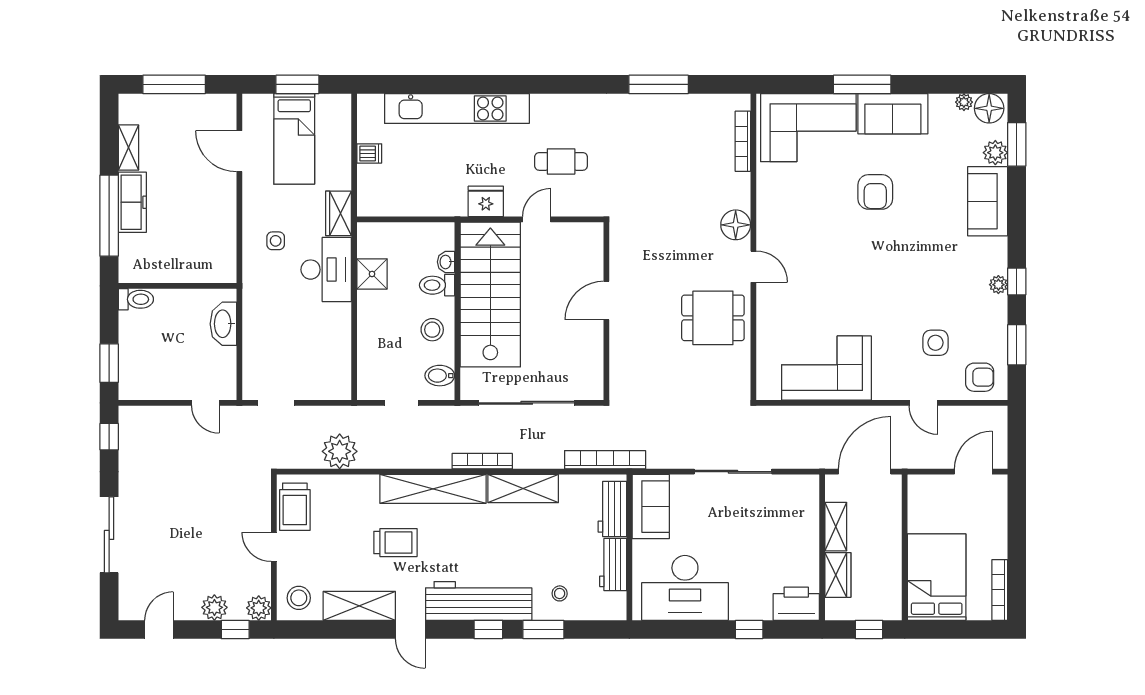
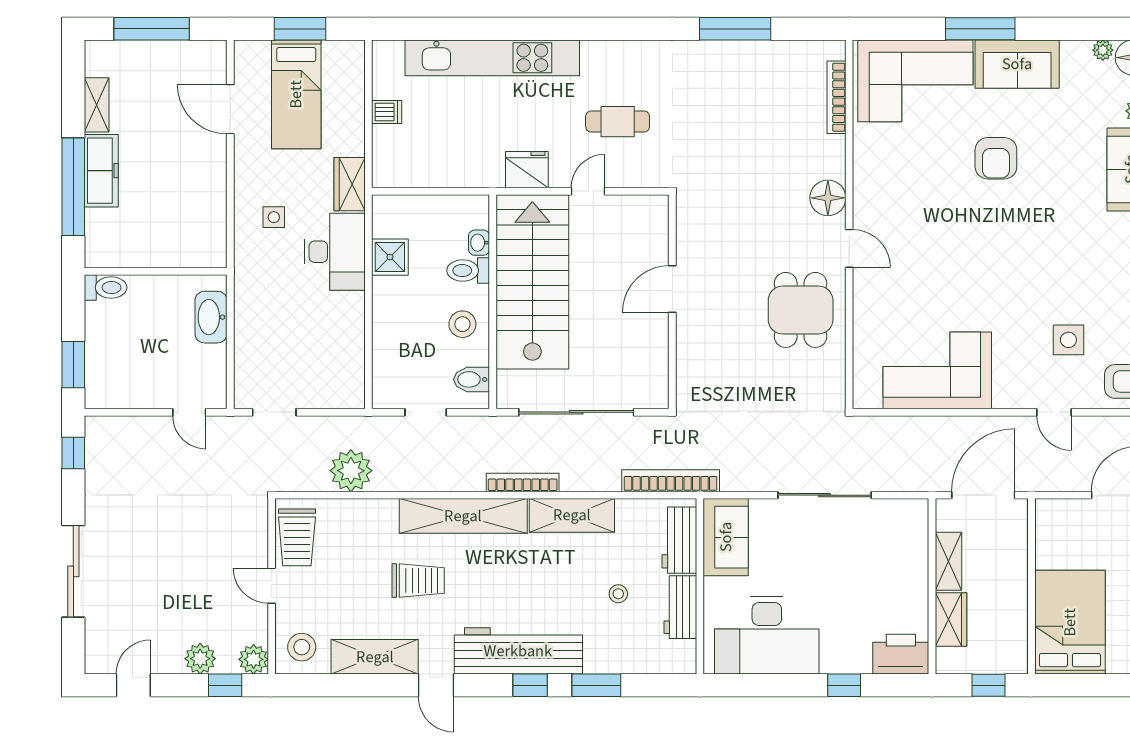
dining table: (713, 318) -> (801, 310), turned 90
stool: (560, 593) -> (618, 594), moved

